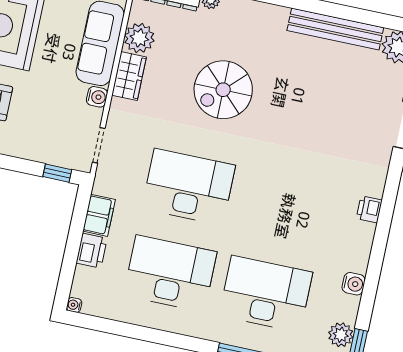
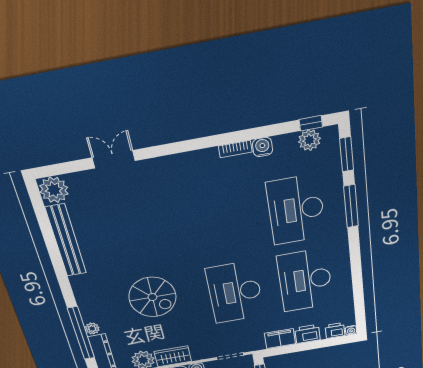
printer: (369, 209) -> (335, 330), moved, turned 180
bookcase: (363, 255) -> (235, 149), added

